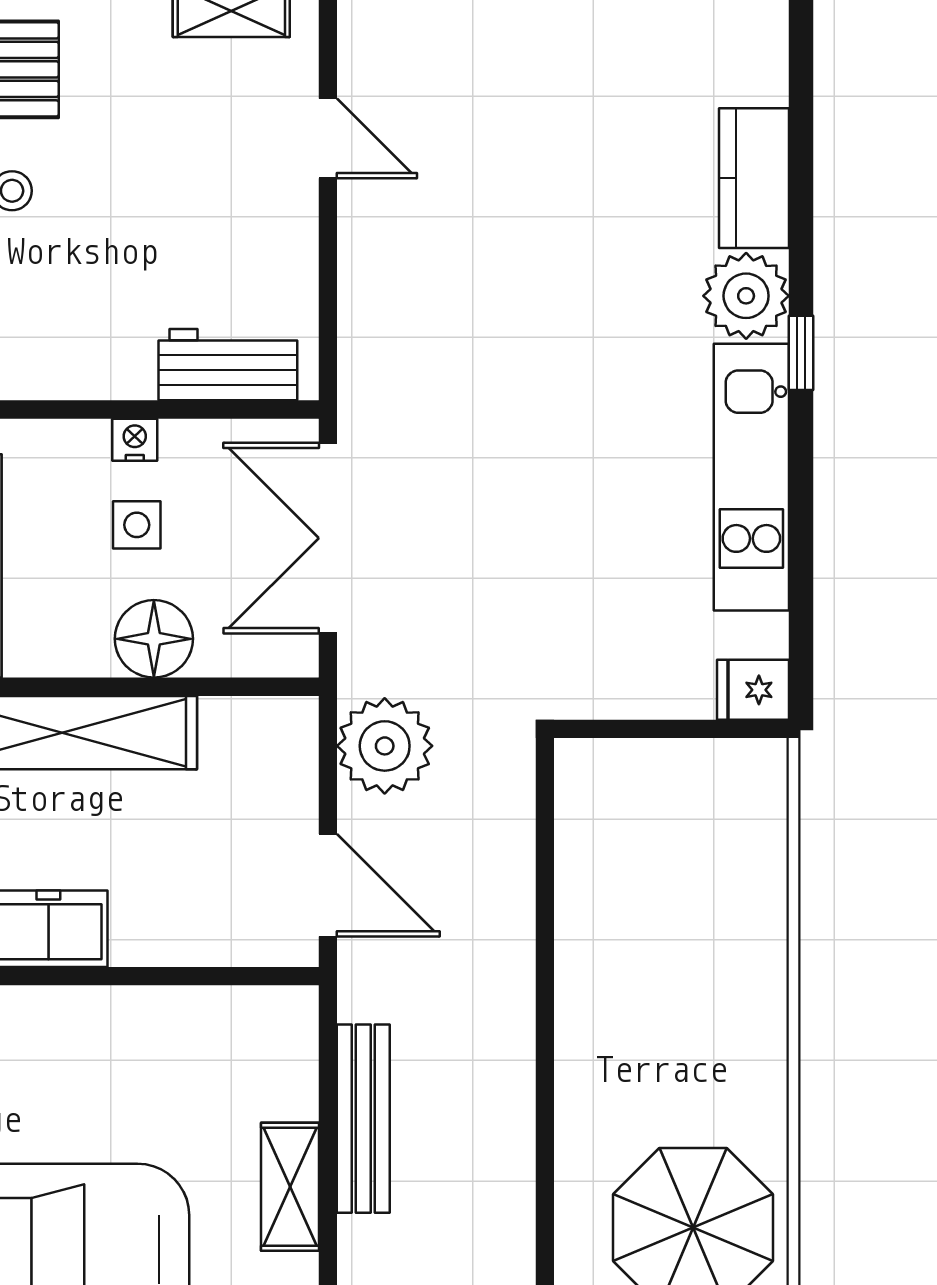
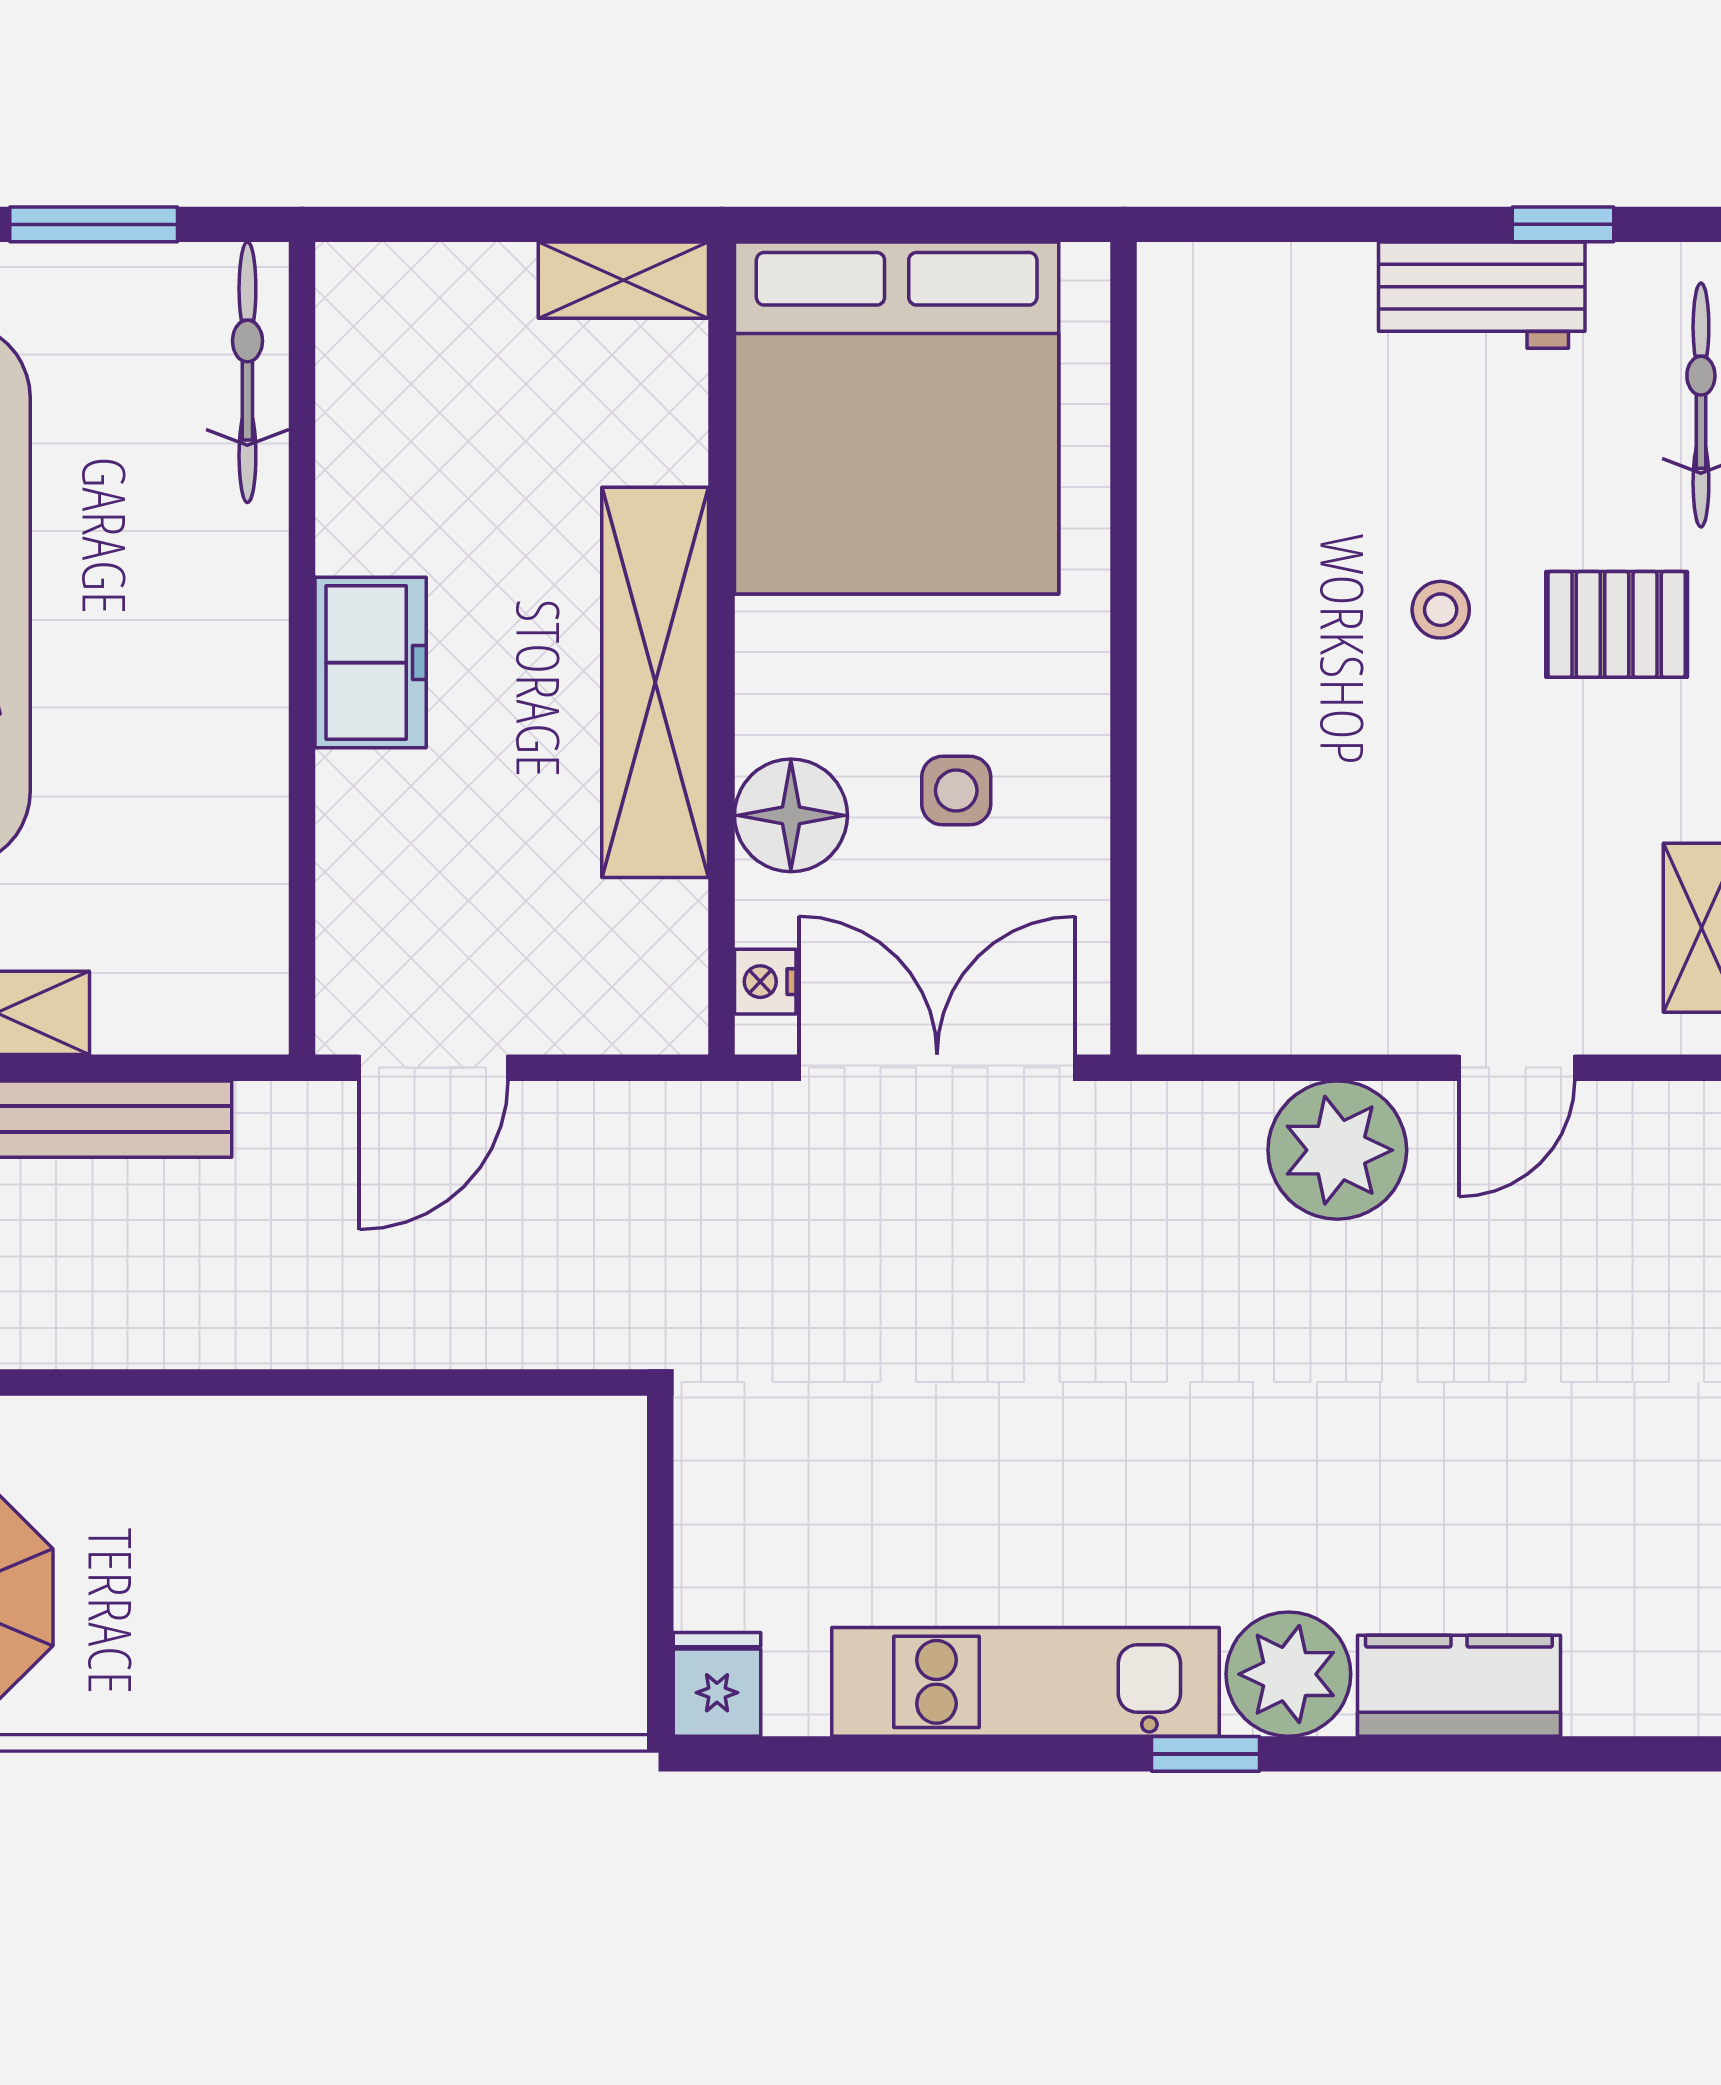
workbench: (228, 365) -> (1188, 923), removed
nightstand: (135, 440) -> (765, 982), moved, turned 180
plant: (385, 746) -> (1337, 1150), moved

